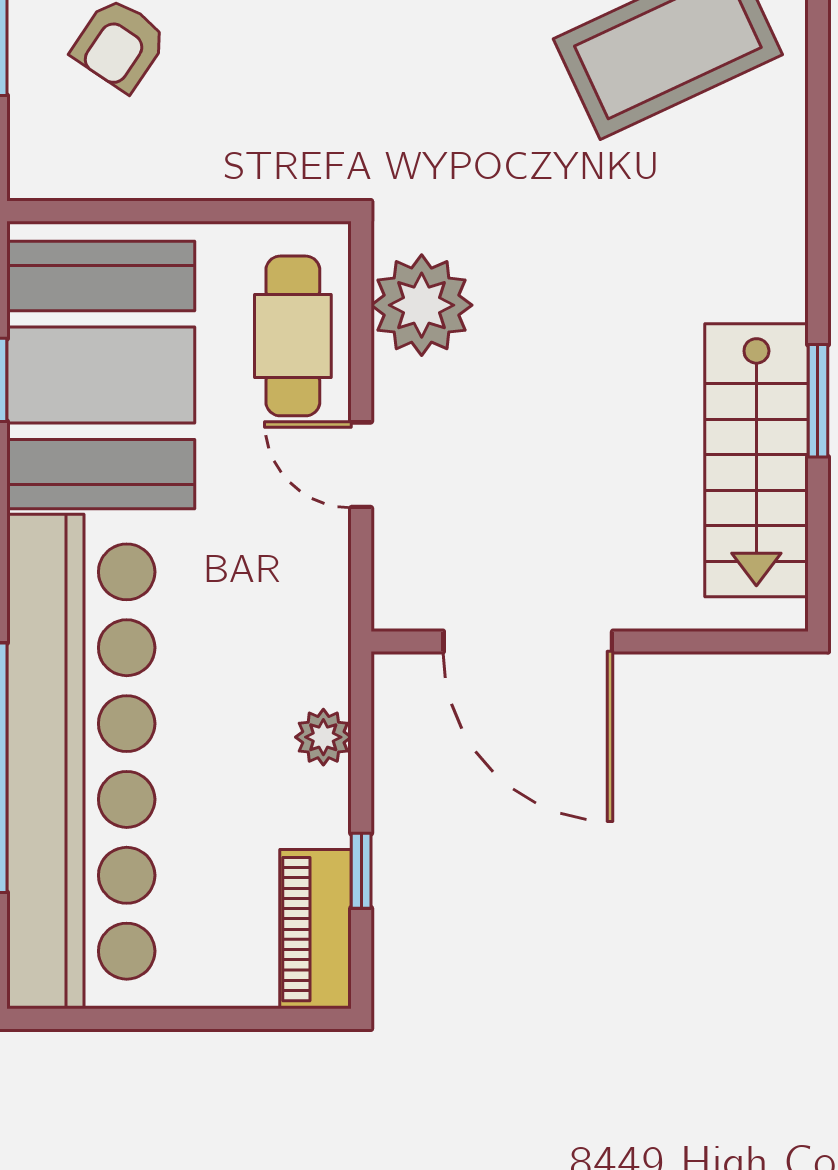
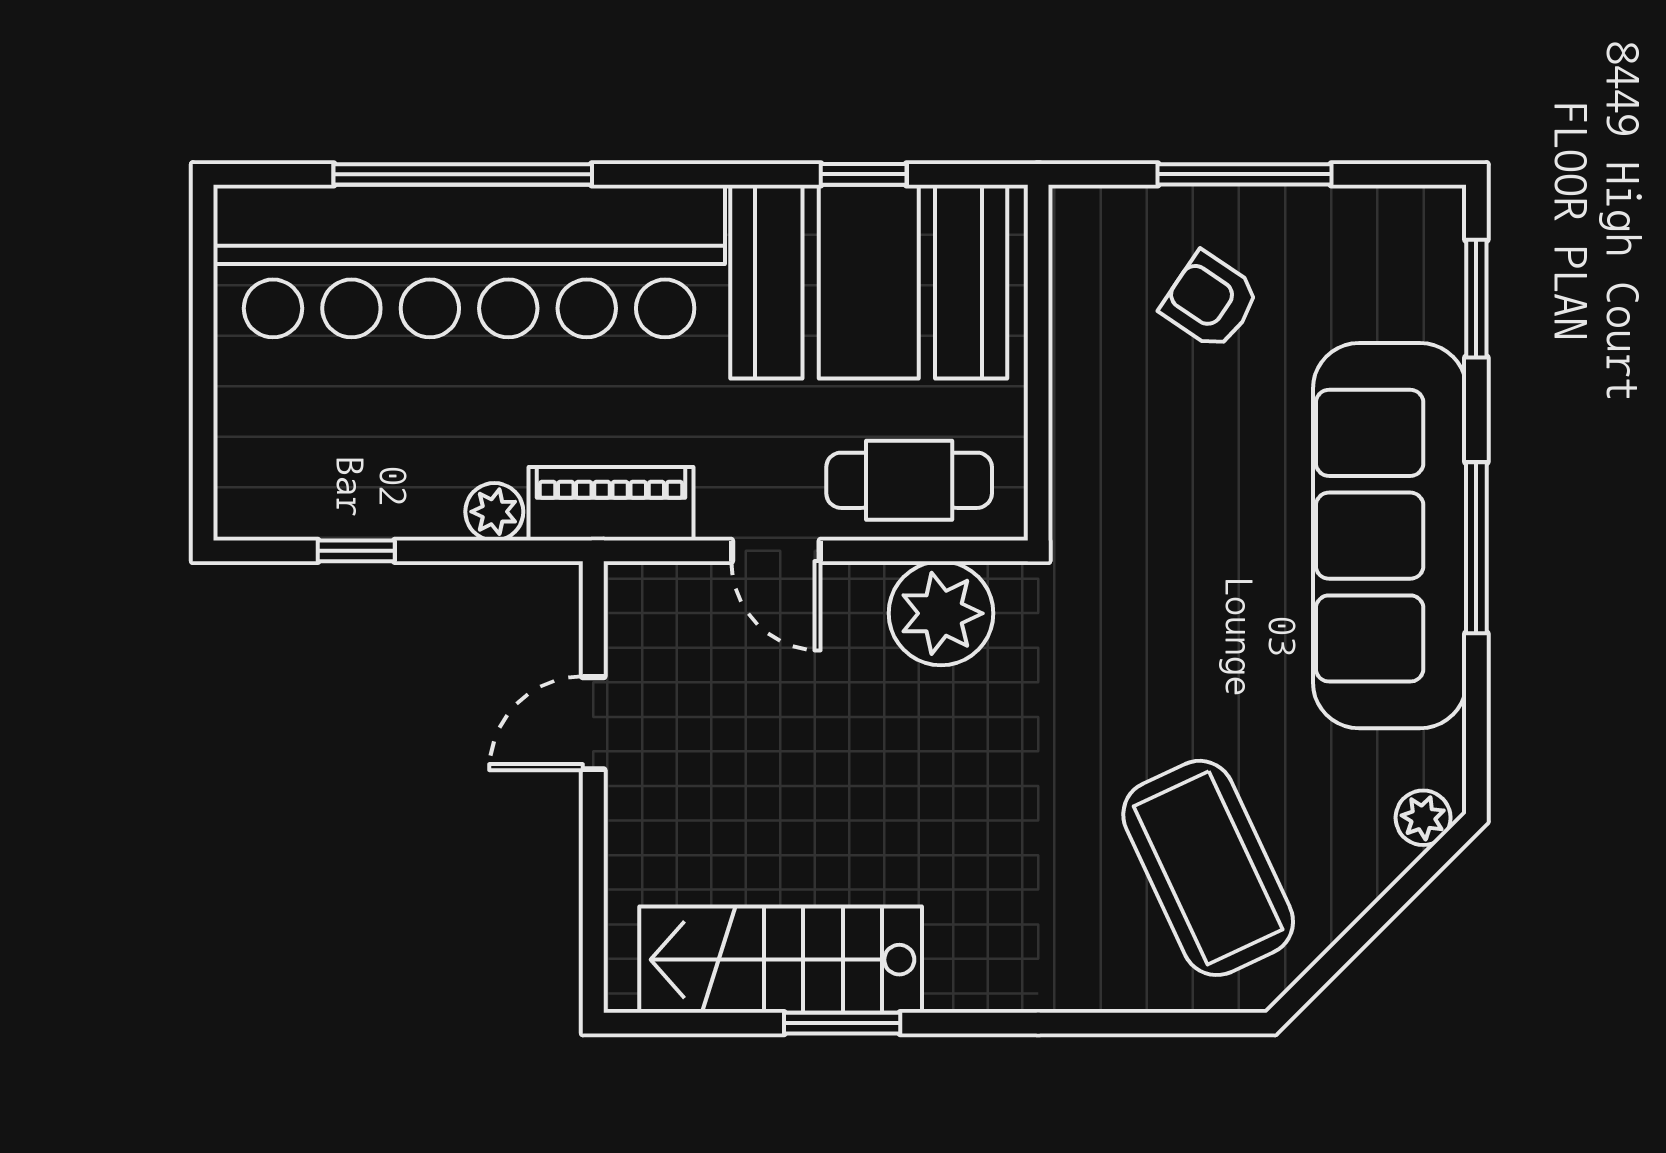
door: (361, 465) -> (776, 551), swing flipped
door: (528, 641) -> (593, 723), width x0.53
piano: (316, 929) -> (611, 504), moved

